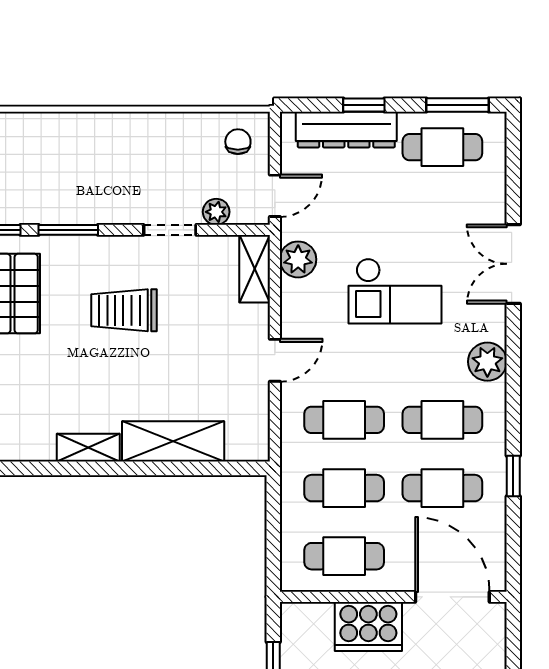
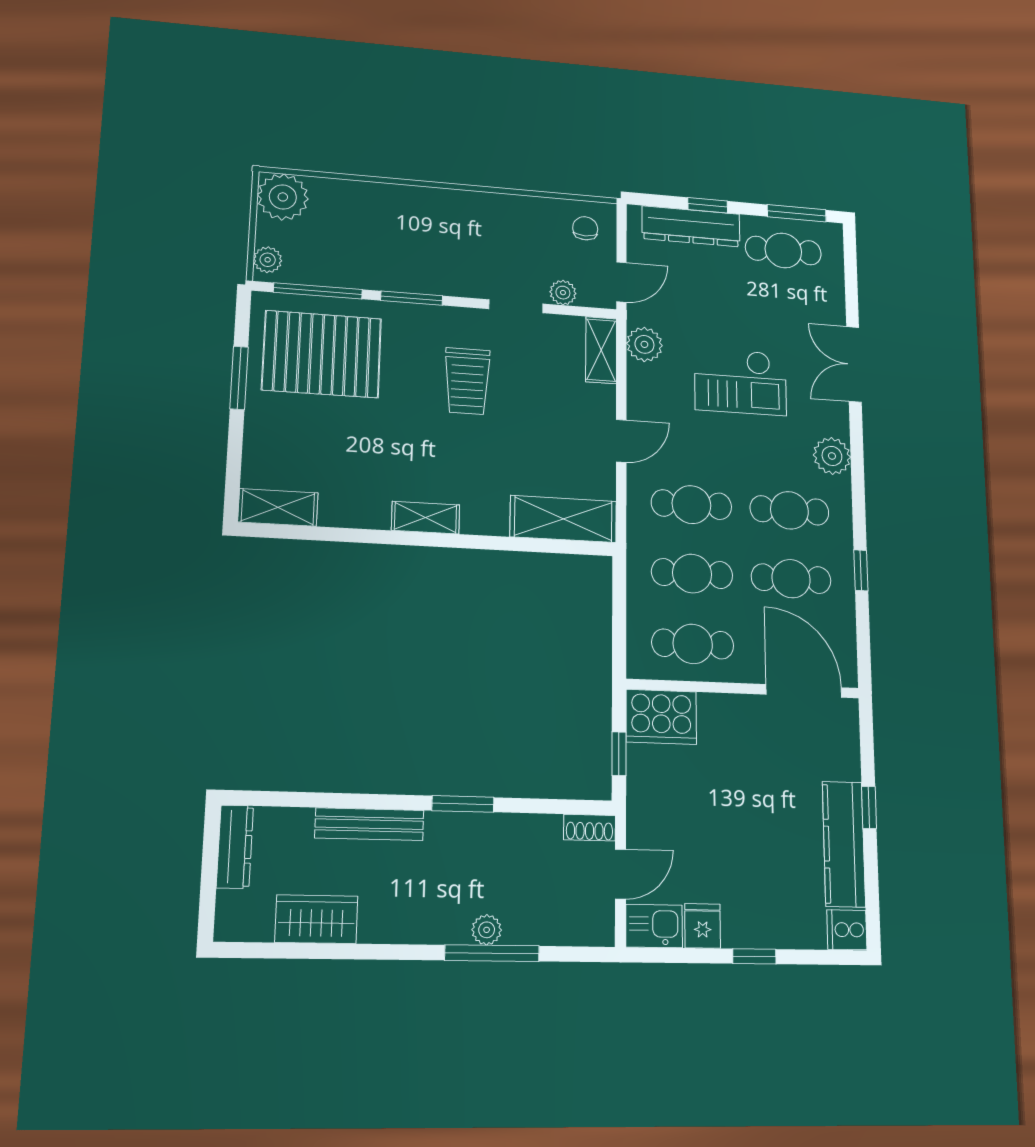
trolley: (124, 310) -> (467, 381), turned -90
shelving: (173, 441) -> (563, 519), moved
cooker: (368, 627) -> (661, 717), moved

